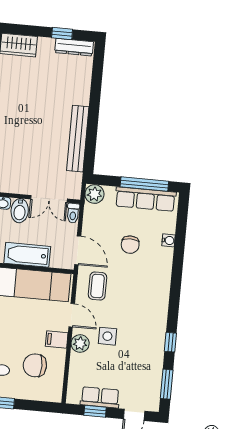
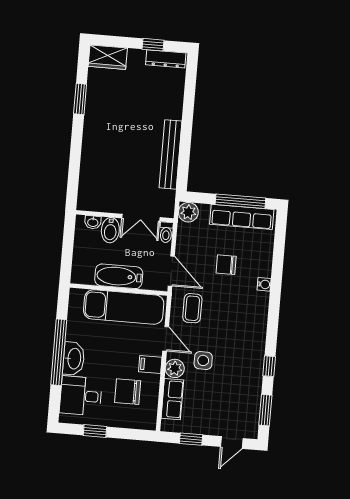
water cooler: (169, 240) -> (264, 284), moved
chair: (130, 245) -> (226, 265), turned 90
row of seats: (100, 397) -> (172, 399), moved, turned 90

